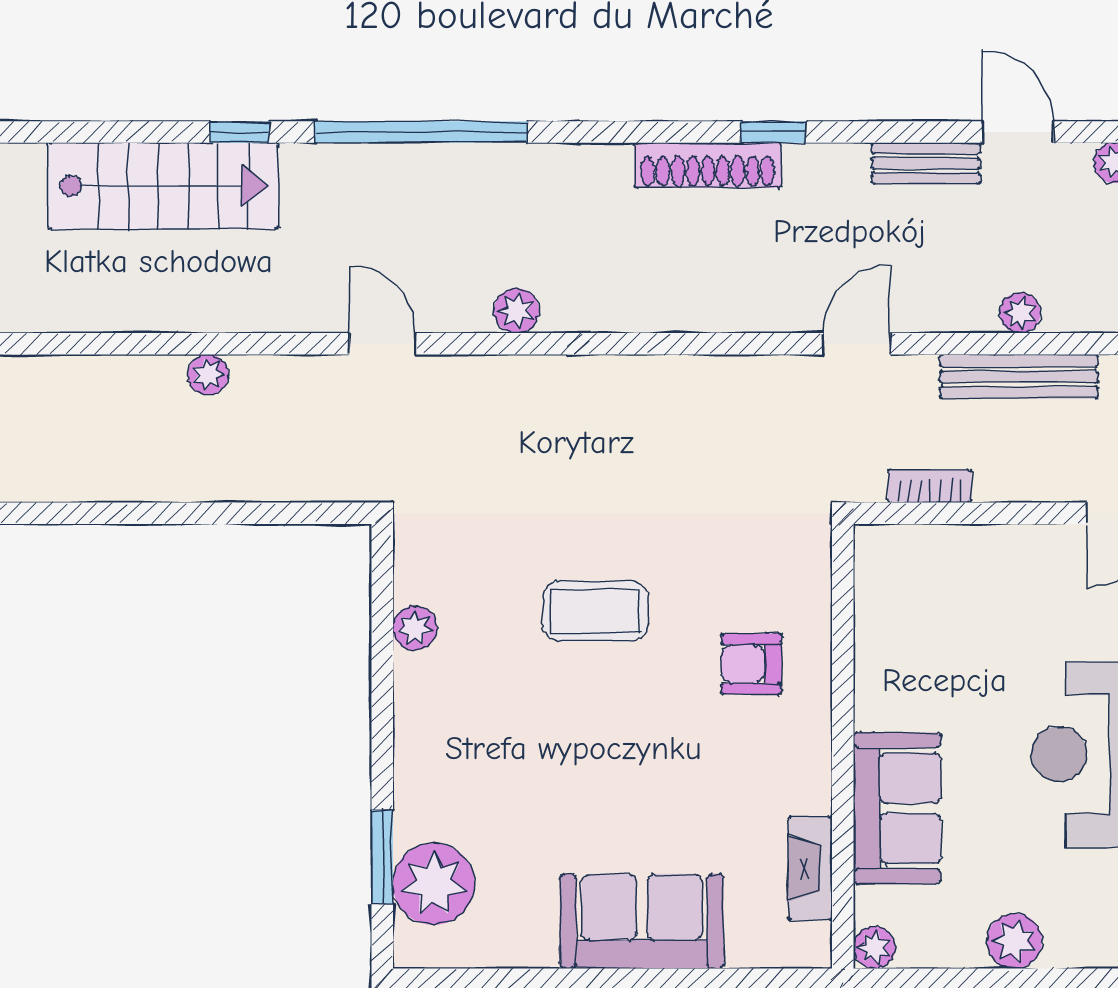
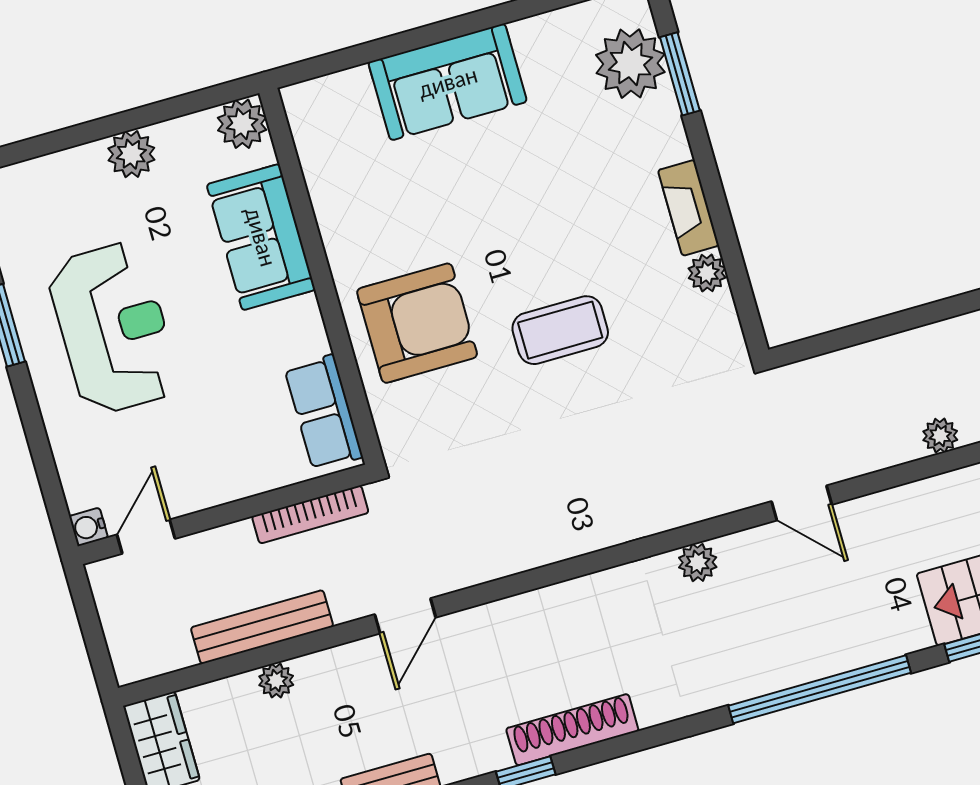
bookcase: (930, 486) -> (310, 514), width x1.56
row of seats: (883, 595) -> (324, 413), added
armchair: (752, 664) -> (417, 323), width x1.88, depth x1.88
fireplace: (810, 868) -> (689, 208), moved, turned 180
plant: (874, 948) -> (242, 124), width x1.38, depth x1.38

